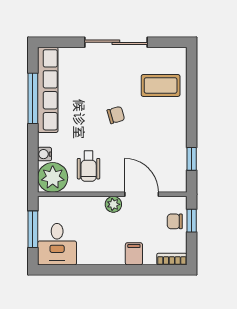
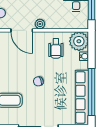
window: (33, 98) -> (92, 92), width x1.46
wheelchair: (89, 166) -> (56, 48), turned 180

